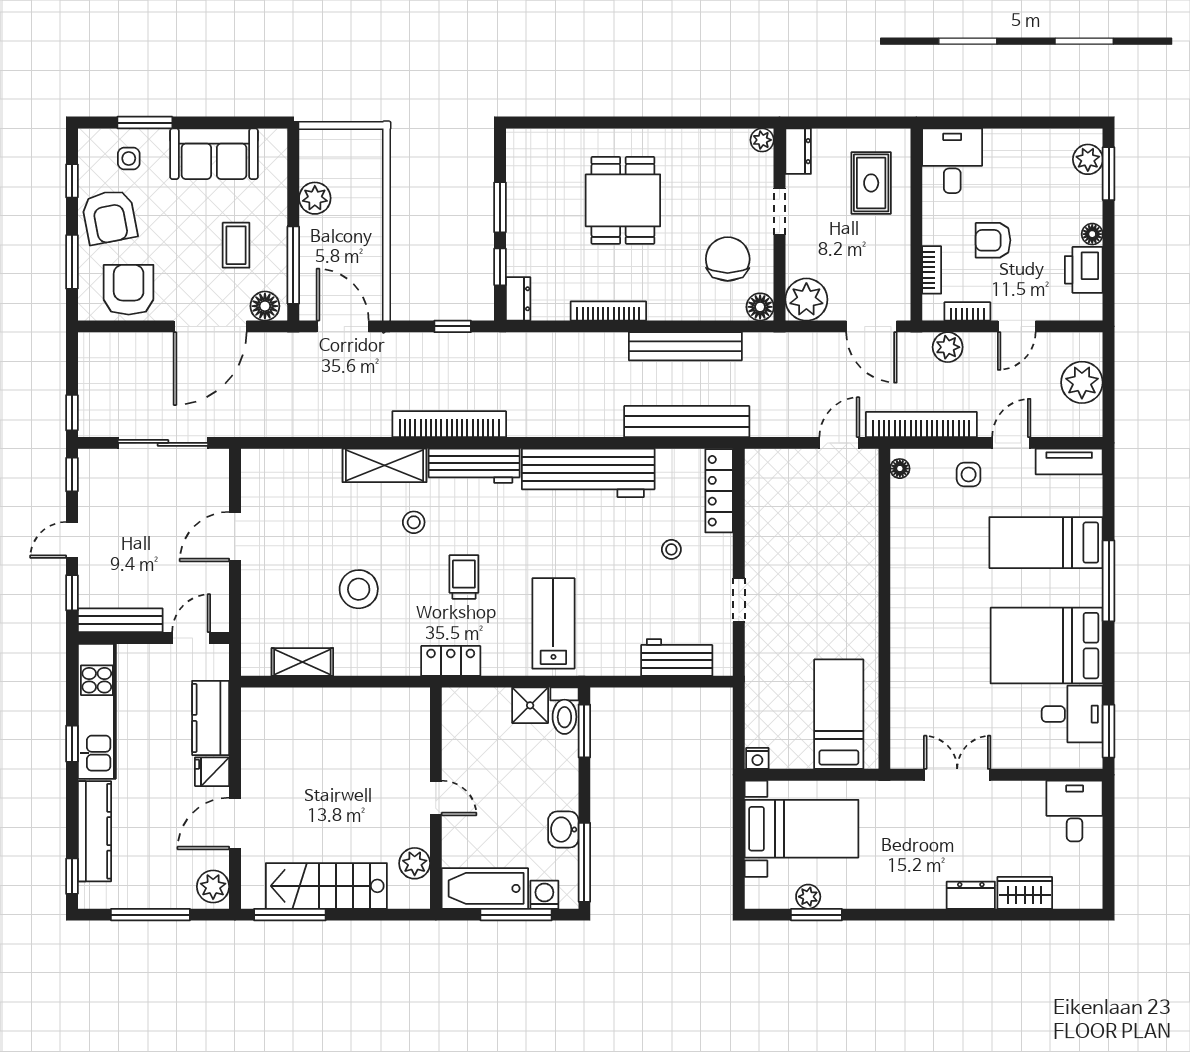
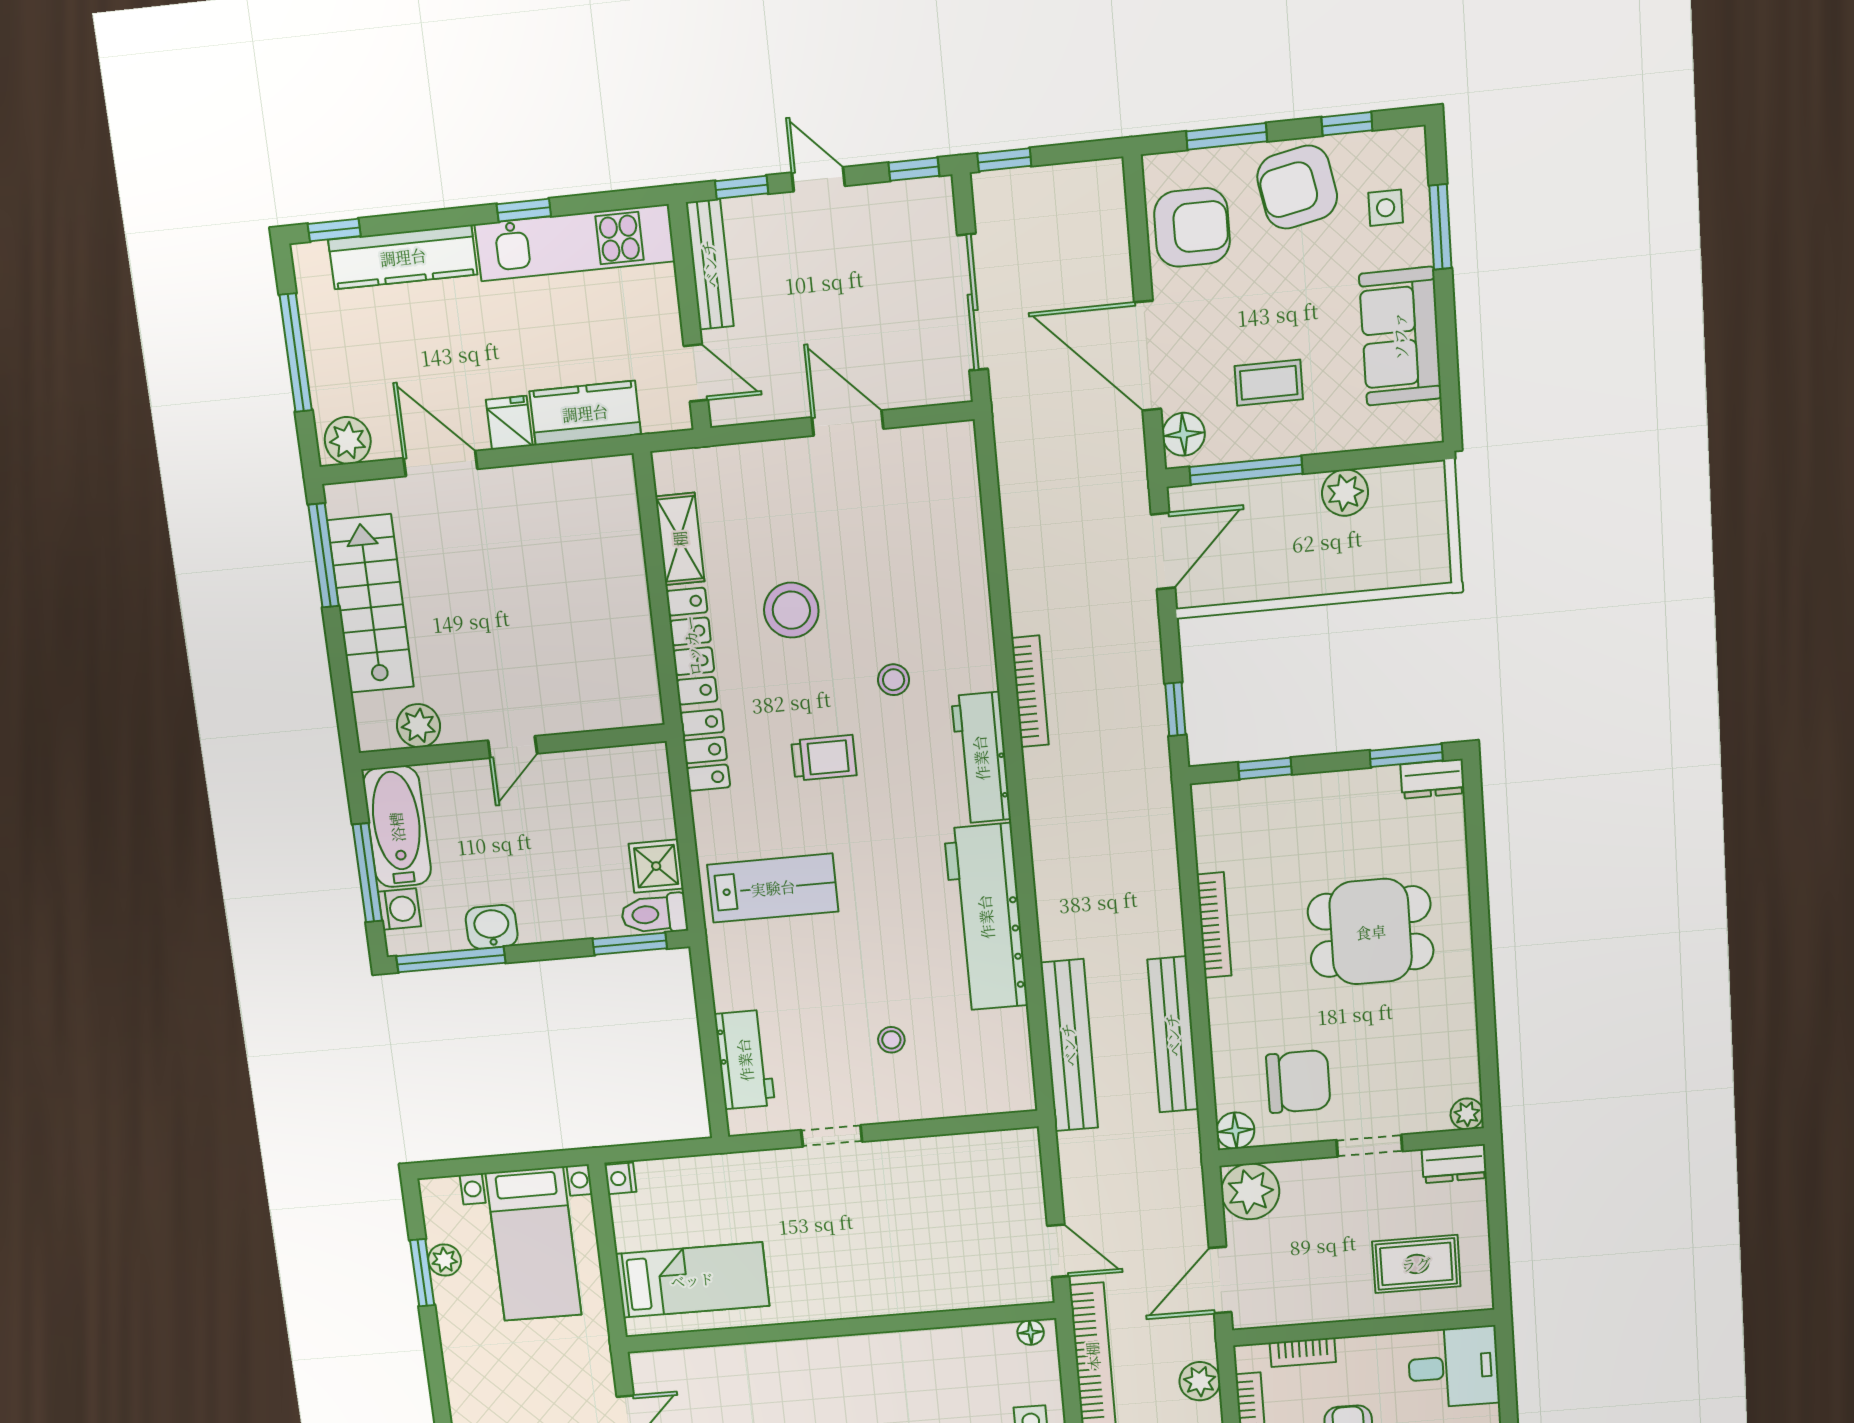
window: (500, 207) -> (1406, 756), moved
dresser: (518, 299) -> (1432, 779), moved
bookcase: (449, 424) -> (1030, 691), width x0.68, depth x0.76
shelving: (385, 465) -> (970, 630), removed
locker: (719, 491) -> (692, 646), moved, turned 90

